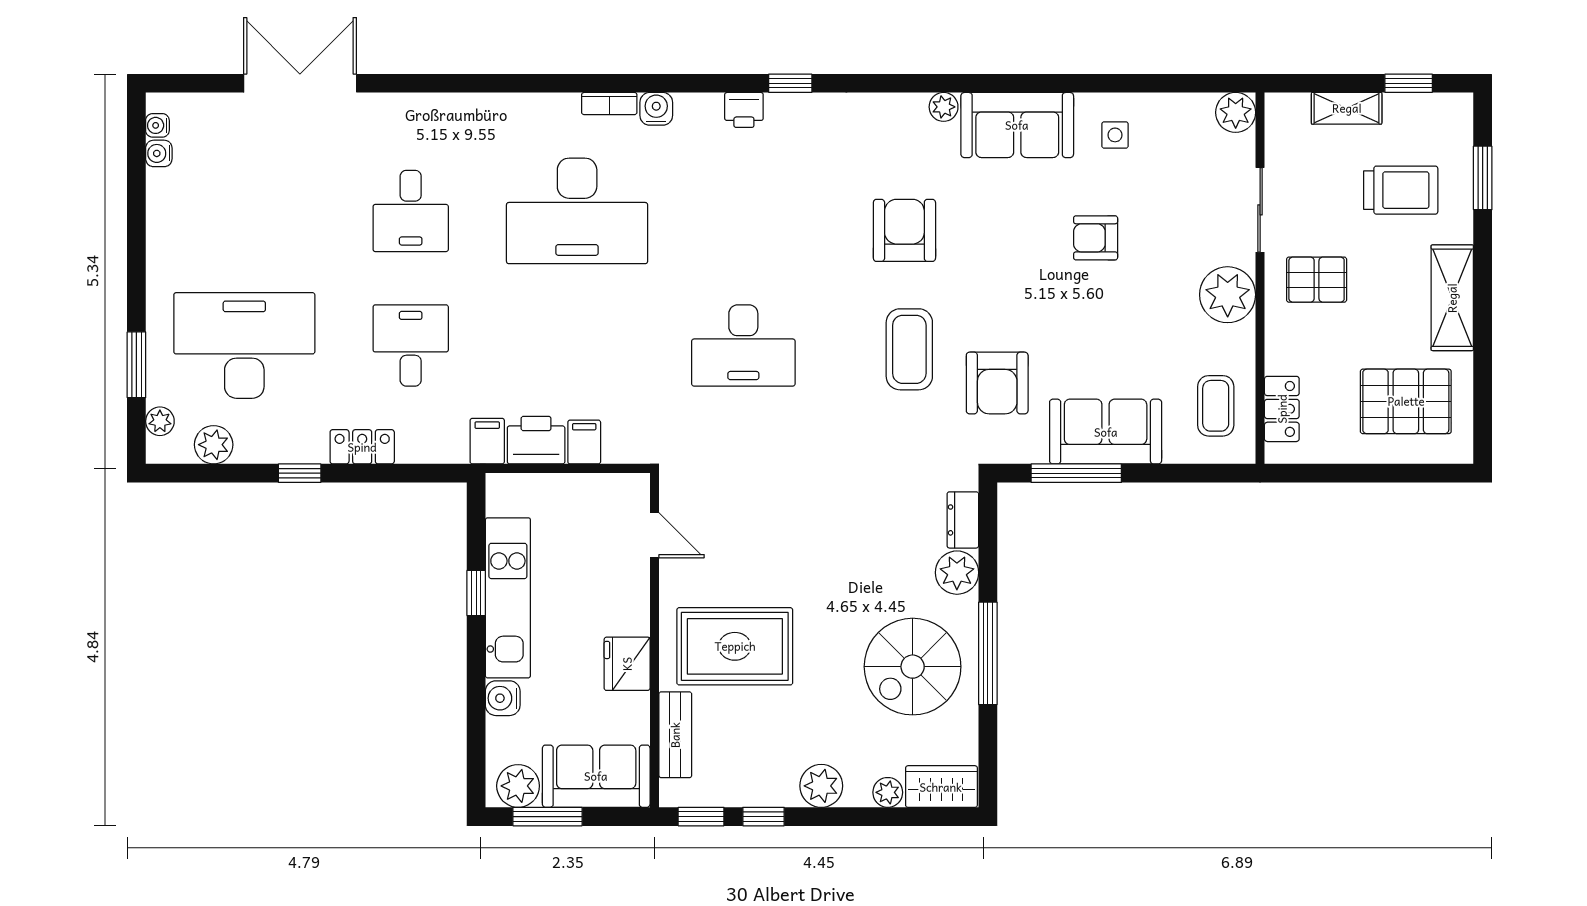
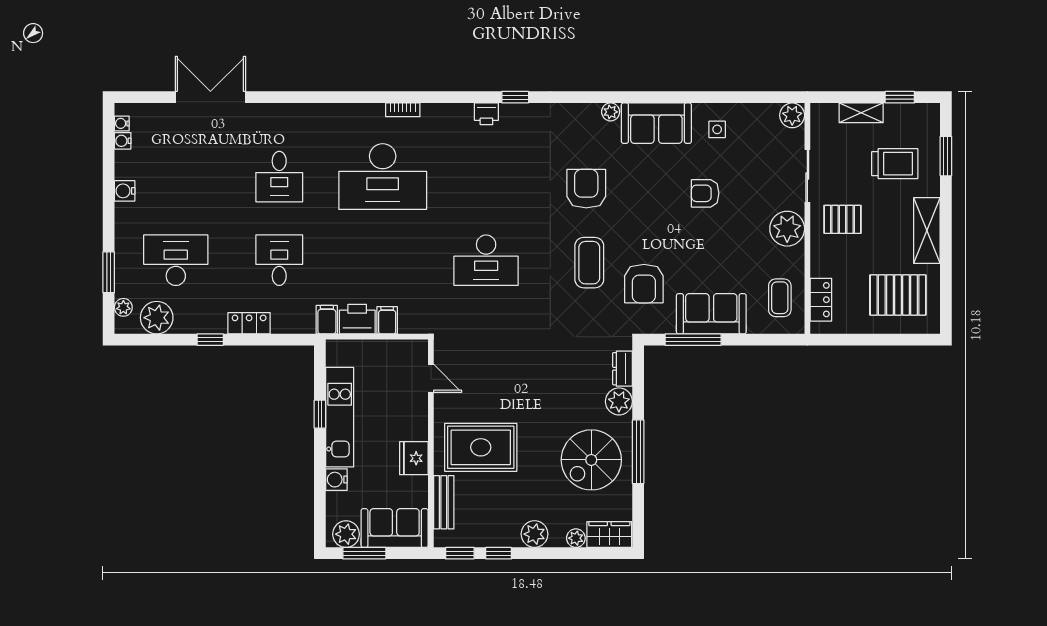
water cooler: (656, 109) -> (125, 191), moved, turned -90
desk: (244, 345) -> (176, 260), width x0.73, depth x0.77
plant: (214, 445) -> (157, 318), width x1.36, depth x1.36

